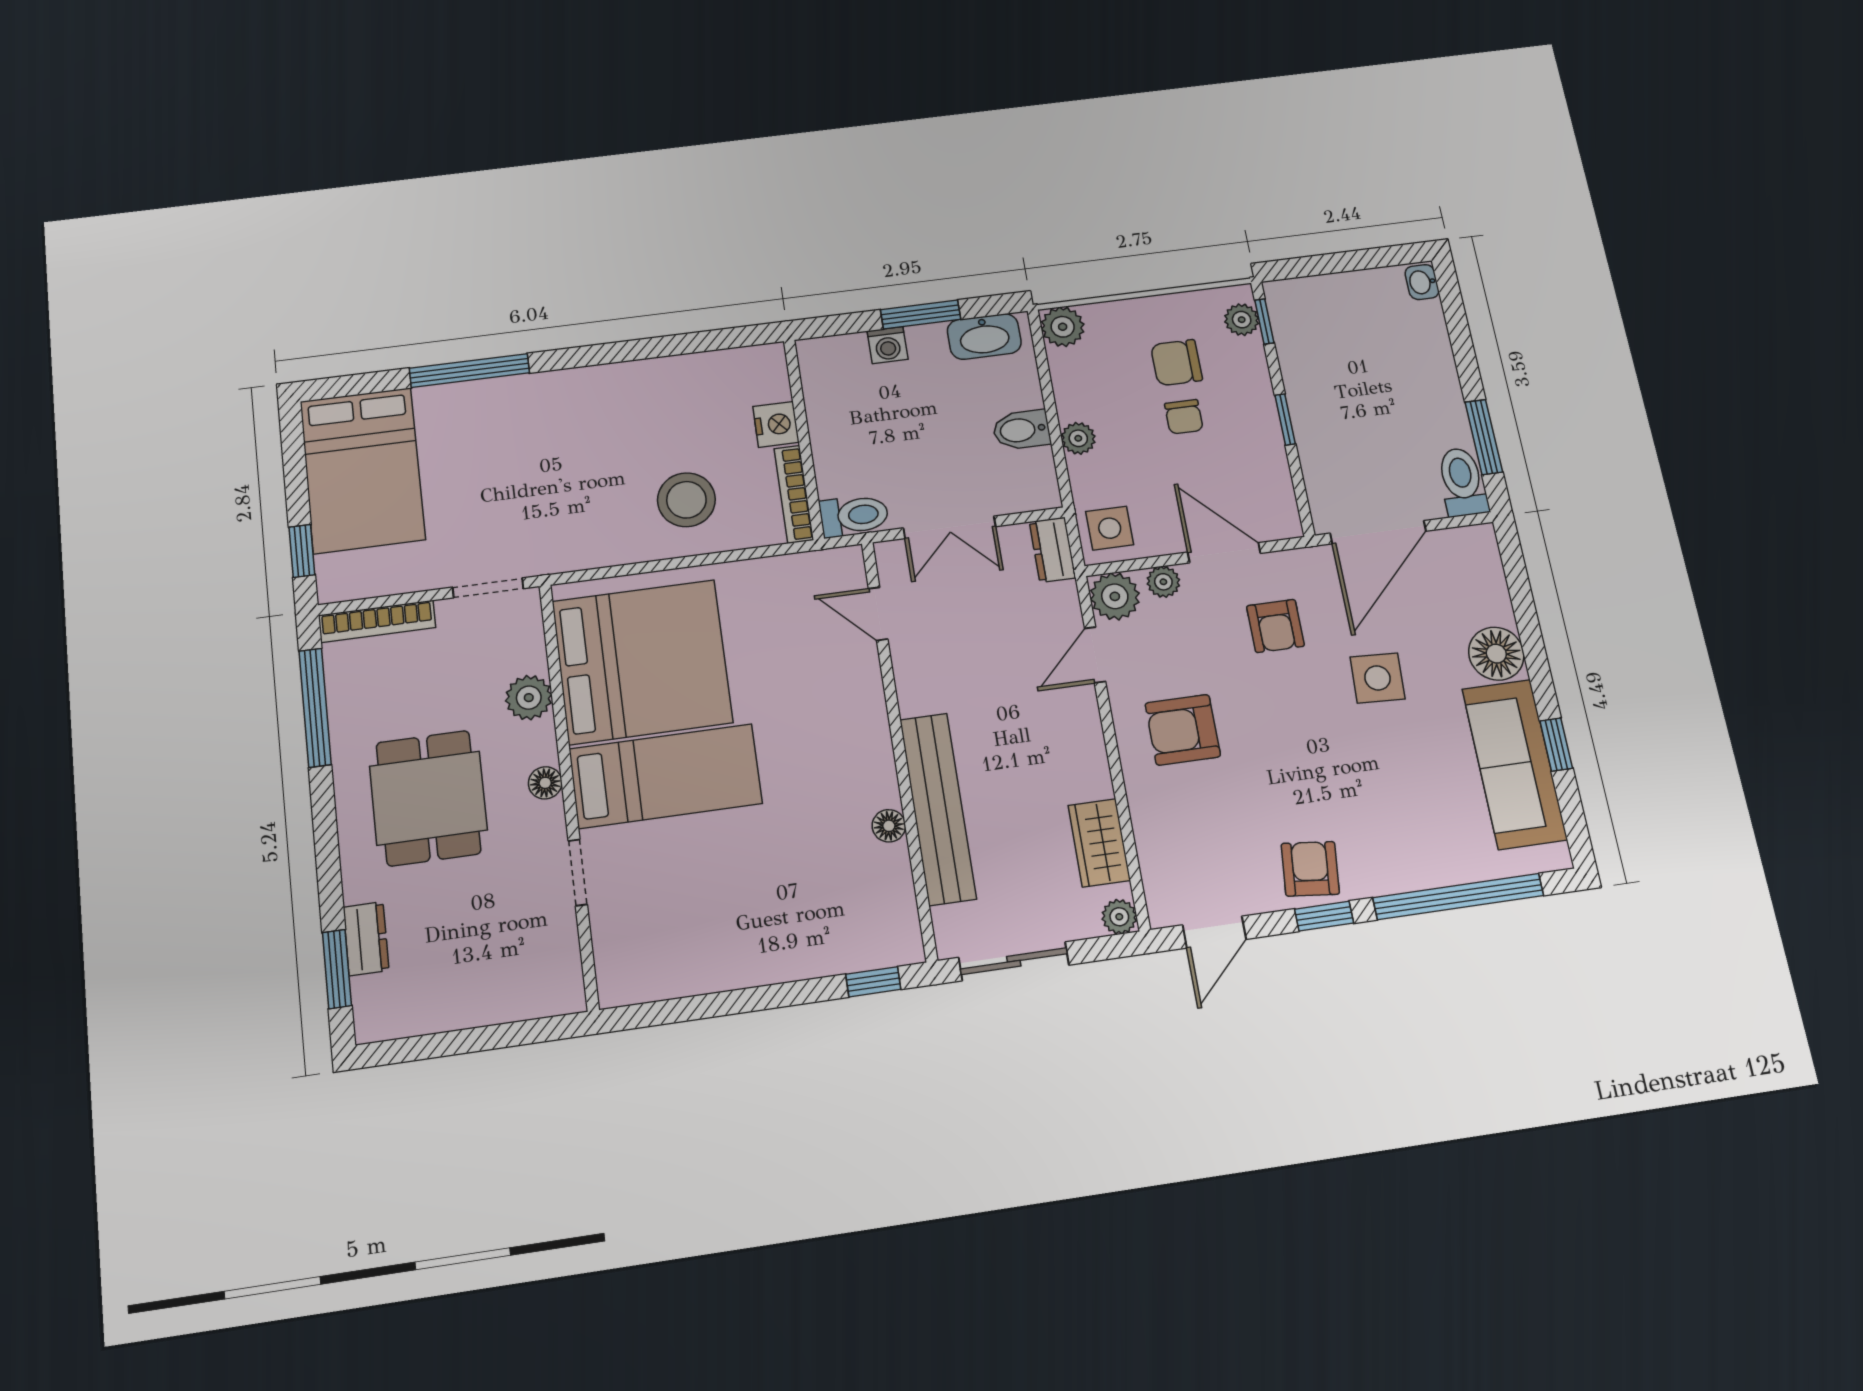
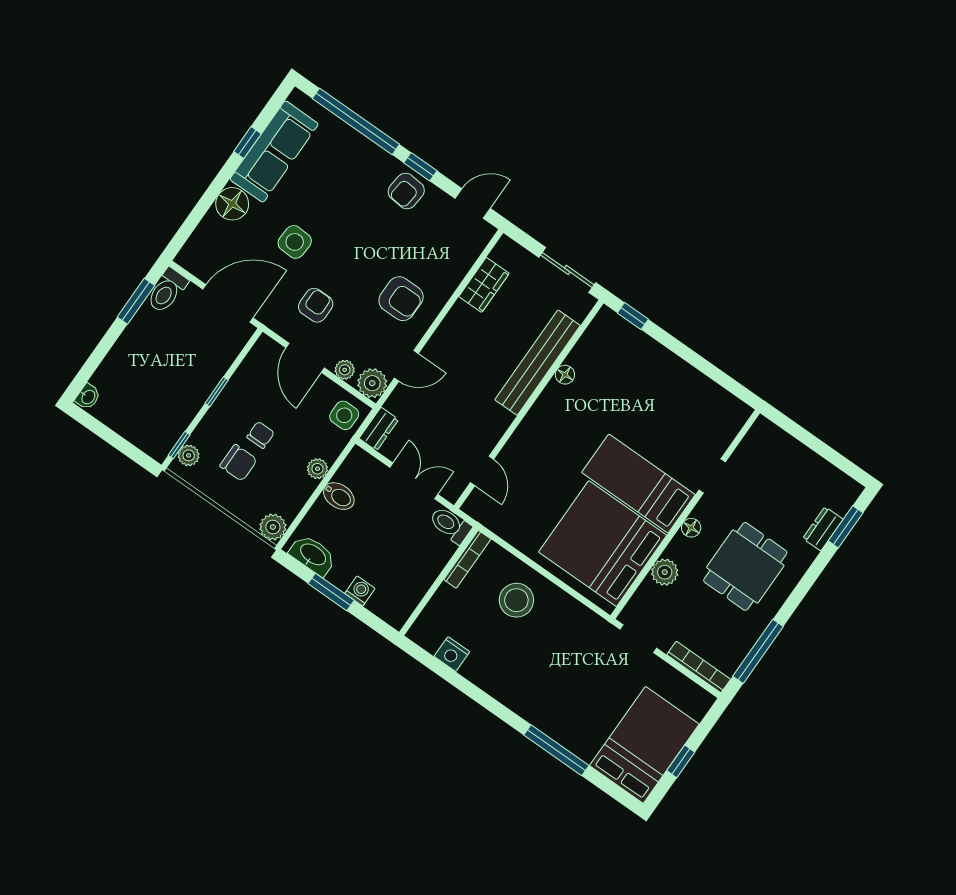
nightstand: (776, 424) -> (452, 654), moved, turned -90
window: (302, 551) -> (681, 761), moved
plant: (1119, 917) -> (506, 247), removed

